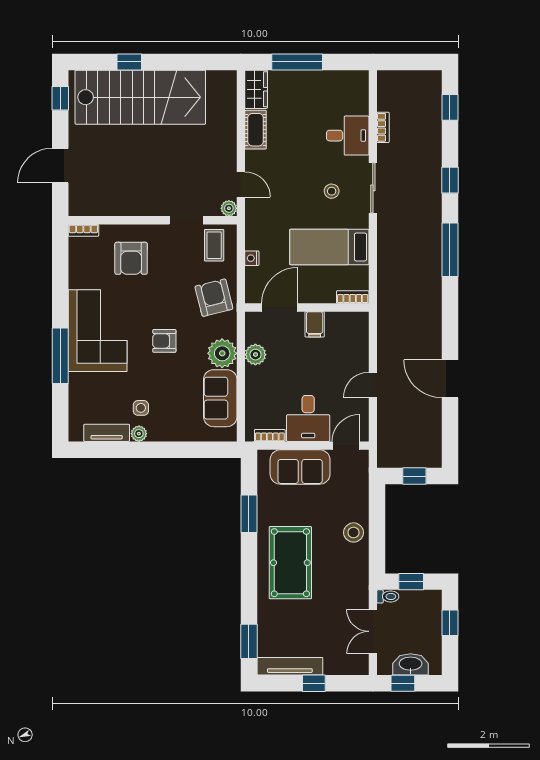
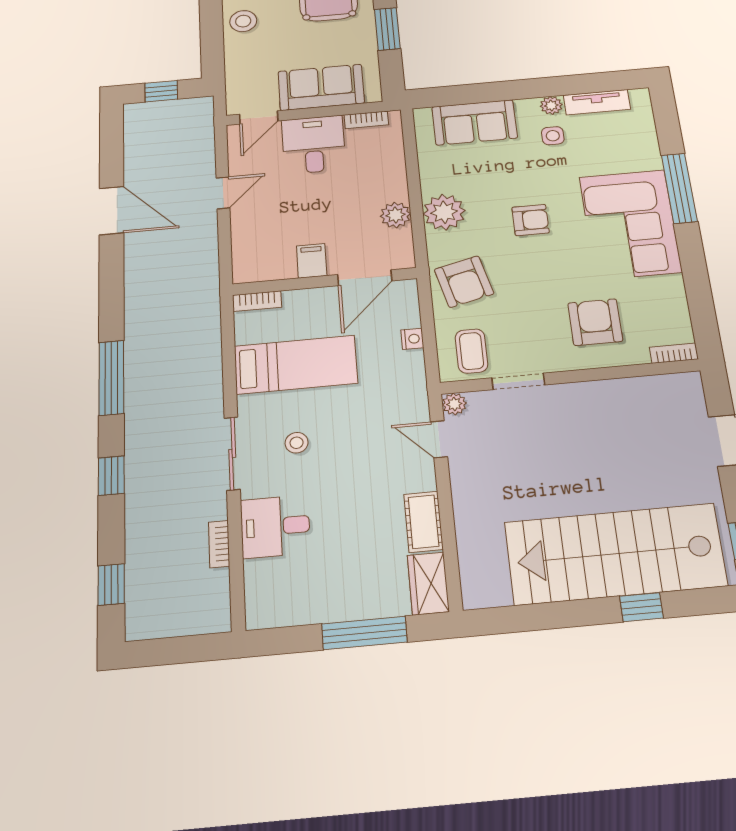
sofa: (220, 398) -> (475, 122), moved, turned 90

